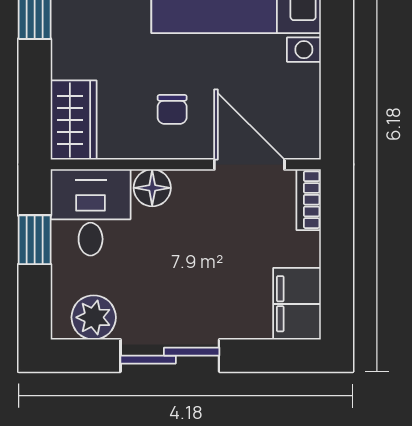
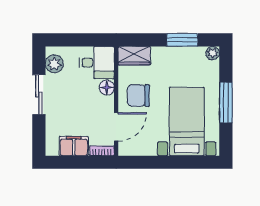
chair: (172, 109) -> (138, 96), width x1.87, depth x1.87
window: (35, 240) -> (86, 40), removed
filing cabinet: (297, 304) -> (74, 146), moved

